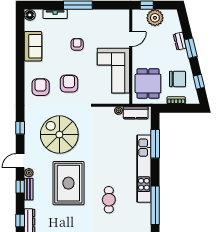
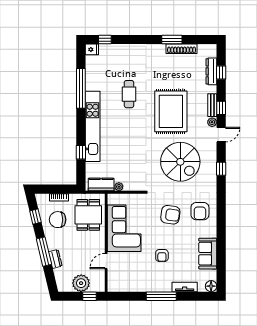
window: (191, 48) -> (44, 252), width x1.44
armchair: (69, 84) -> (170, 215), turned -82
window: (155, 144) -> (81, 152), width x0.46

